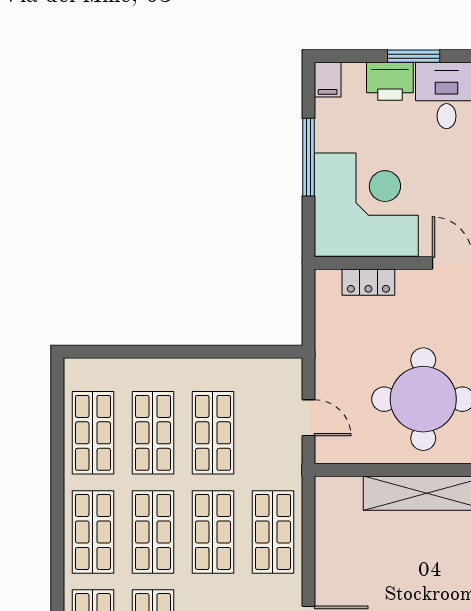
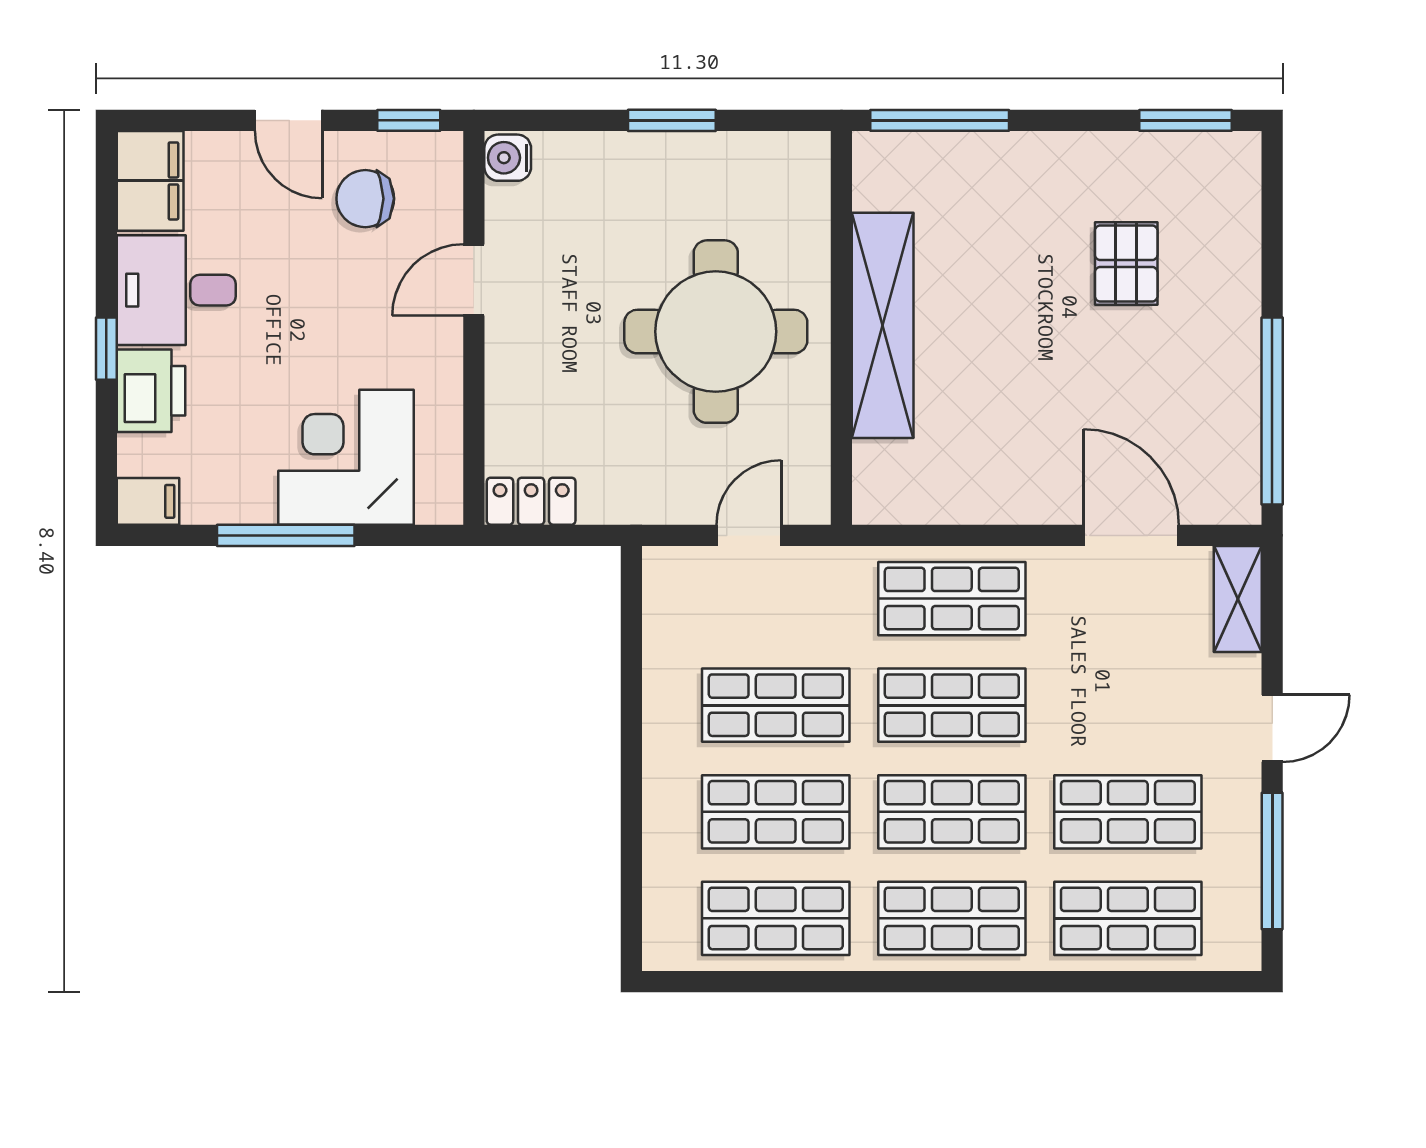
window: (414, 56) -> (106, 349), width x0.67
corner desk: (366, 205) -> (346, 457), width x0.74, depth x0.74
locker: (368, 282) -> (531, 501), moved, turned -90

